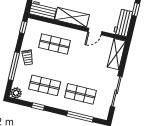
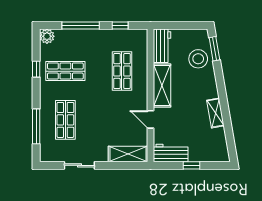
window: (23, 27) -> (120, 25), moved
trolley: (28, 58) -> (96, 40), removed
shop shelf: (45, 85) -> (65, 71), turned 90
sliding door: (116, 92) -> (79, 165), width x0.73

